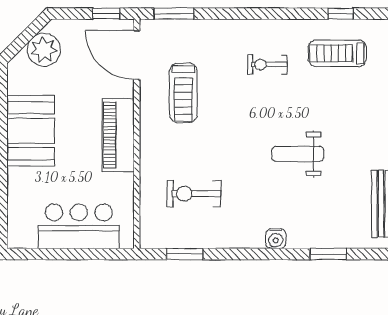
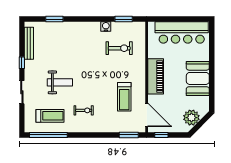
window: (341, 14) -> (48, 135), width x3.17
treadmill: (183, 93) -> (124, 97), turned 180
weight bench: (298, 154) -> (60, 82), moved
bar counter: (79, 226) -> (182, 32), width x1.36
water cooler: (276, 239) -> (106, 26), moved

